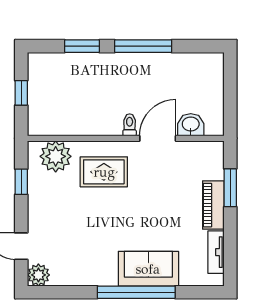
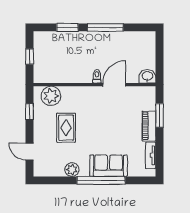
washbasin: (191, 125) -> (147, 76), moved
rug: (104, 172) -> (66, 128), moved, turned 90
plant: (38, 275) -> (72, 170), moved

